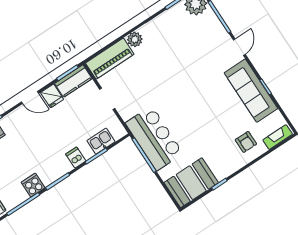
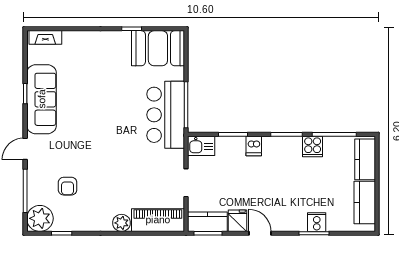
kitchen sink: (101, 141) -> (201, 146), moved
armchair: (246, 142) -> (68, 186), moved, turned 180

